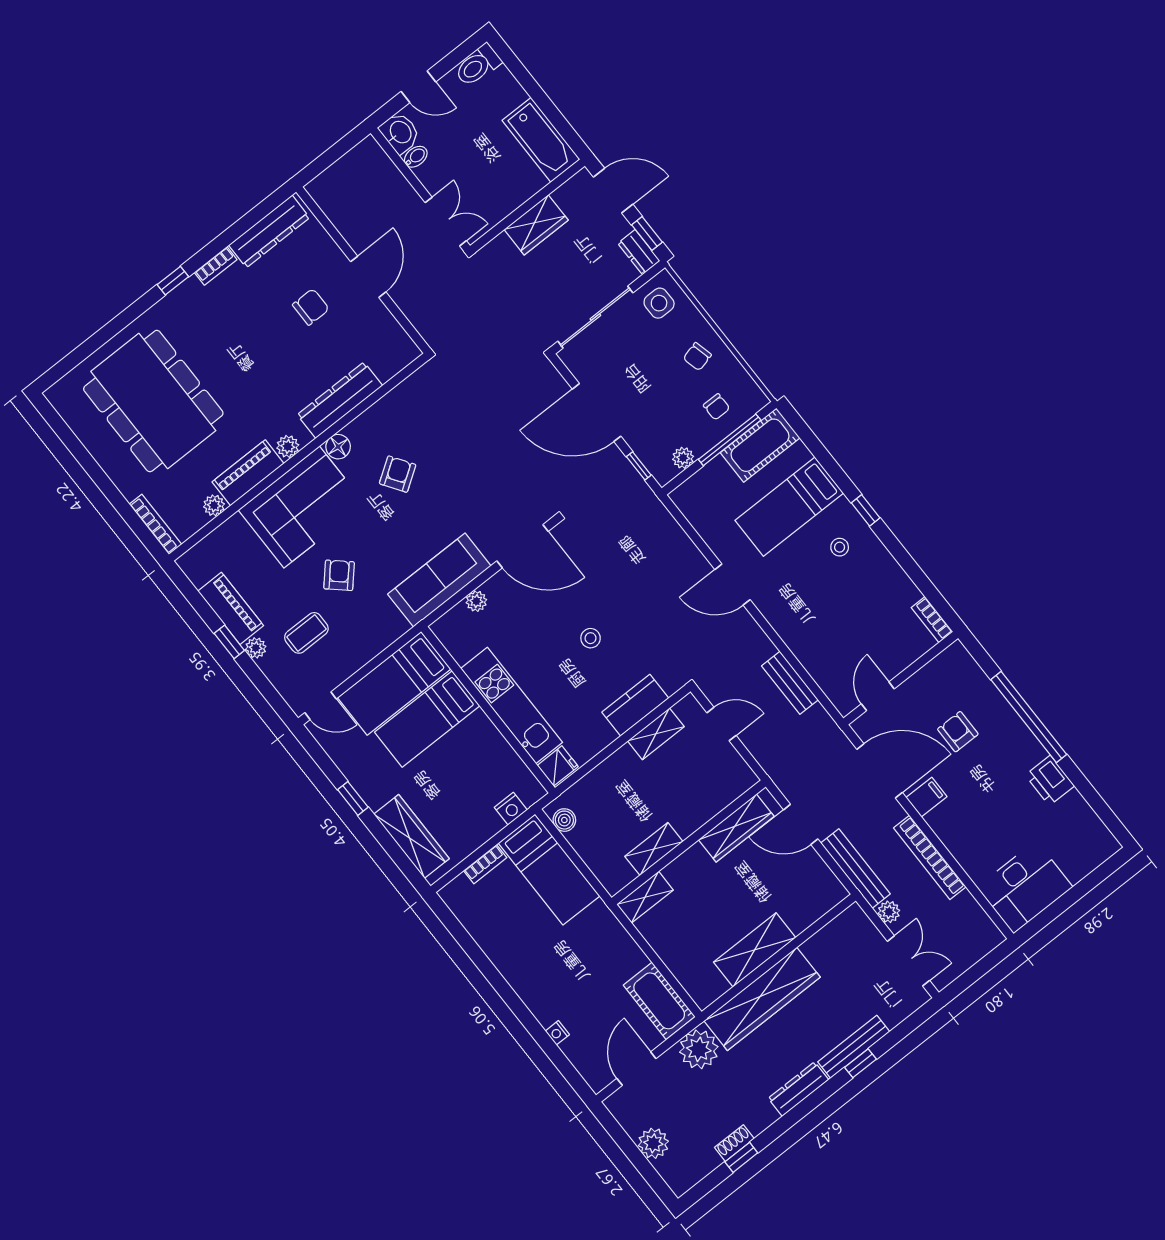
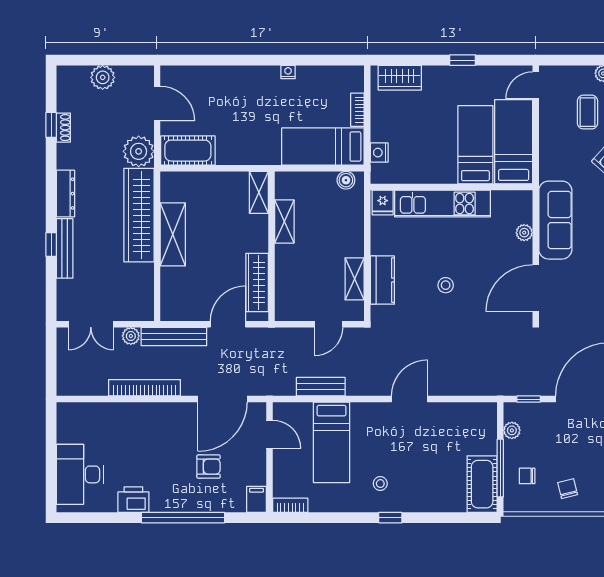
bed: (789, 507) -> (332, 442), moved, turned 180
filing cabinet: (926, 797) -> (257, 499), moved, turned 180
wardrobe: (412, 836) -> (400, 78), width x0.67
desk: (1025, 887) -> (80, 474), moved
nightstand: (557, 1033) -> (288, 72), moved

